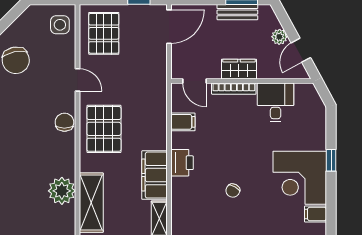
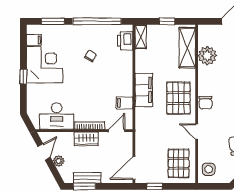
door: (194, 81) -> (117, 131), hinge flipped
desk: (276, 102) -> (57, 116), width x1.37
printer: (182, 163) -> (125, 41), moved
filing cabinet: (155, 175) -> (144, 90), moved

